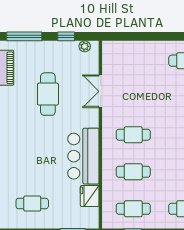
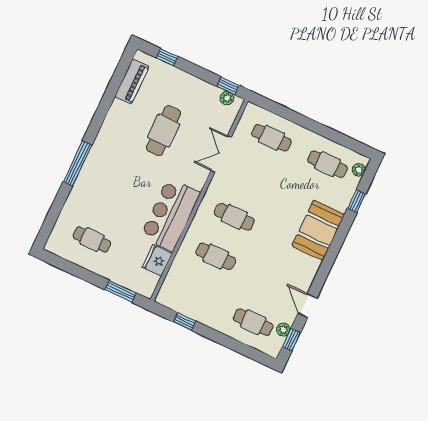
window: (24, 36) -> (167, 57), width x0.46
window: (66, 36) -> (228, 86), moved
cafe table: (133, 209) -> (272, 138), moved

